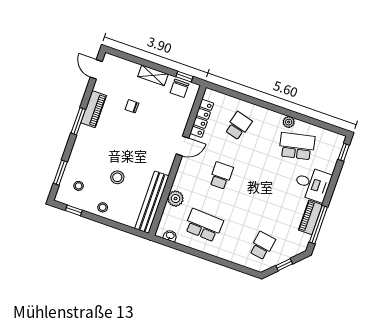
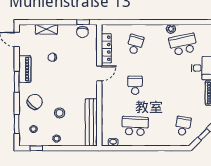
shelving: (153, 75) -> (46, 29), moved
chair: (92, 153) -> (35, 102), added
plant: (176, 199) -> (108, 114), removed

